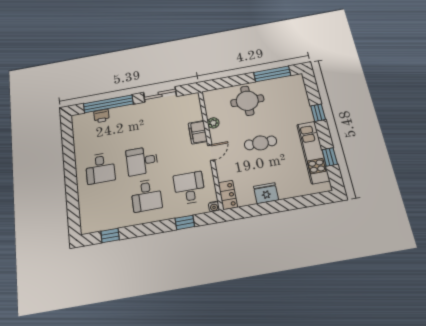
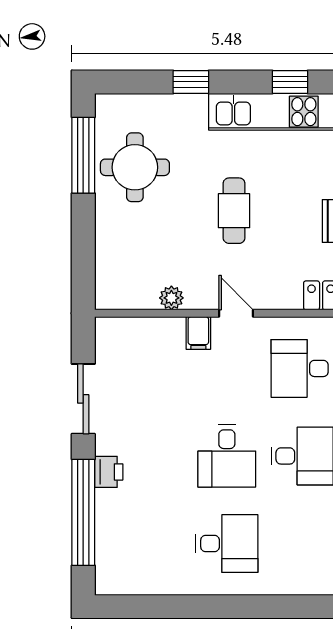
round table: (247, 101) -> (135, 167), moved
printer: (101, 116) -> (109, 472), moved
filing cabinet: (198, 132) -> (198, 333), width x0.50

